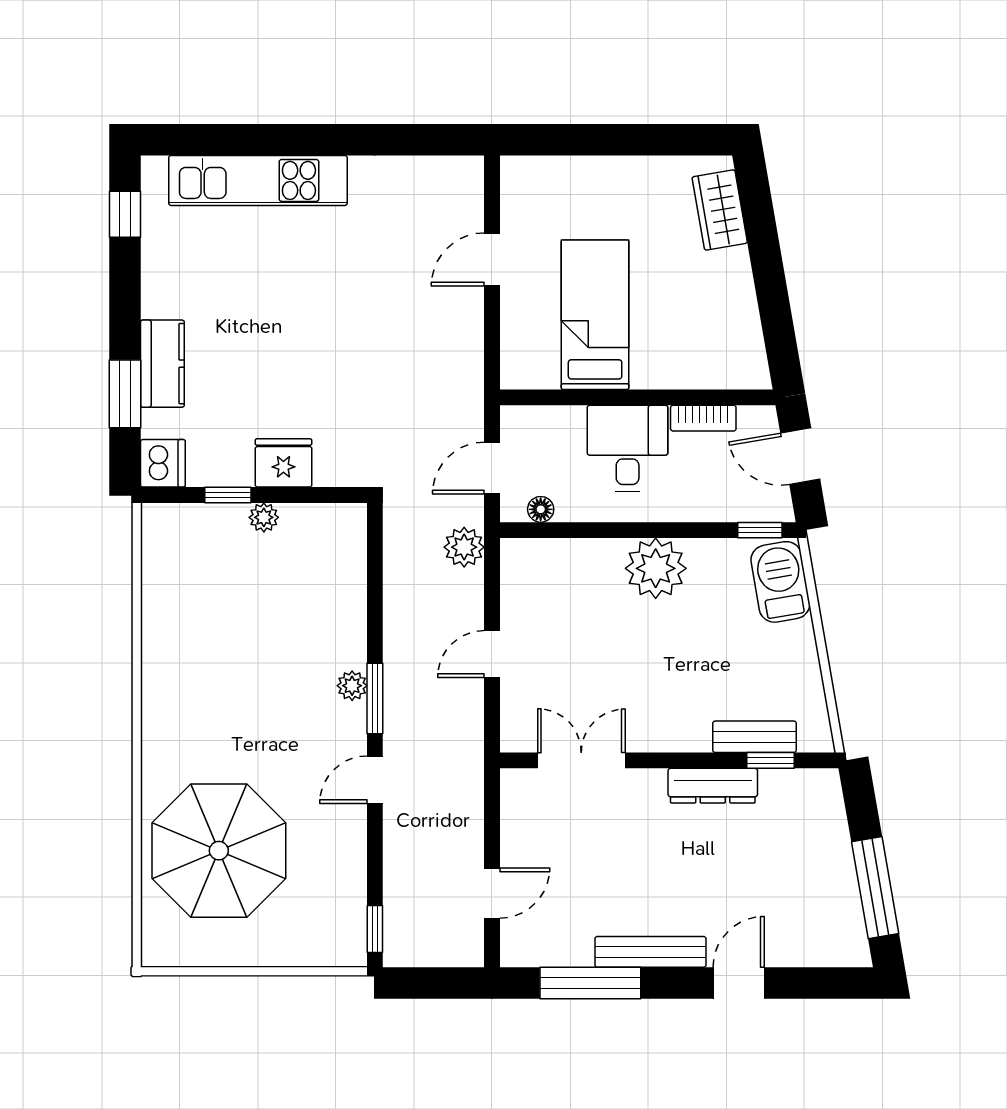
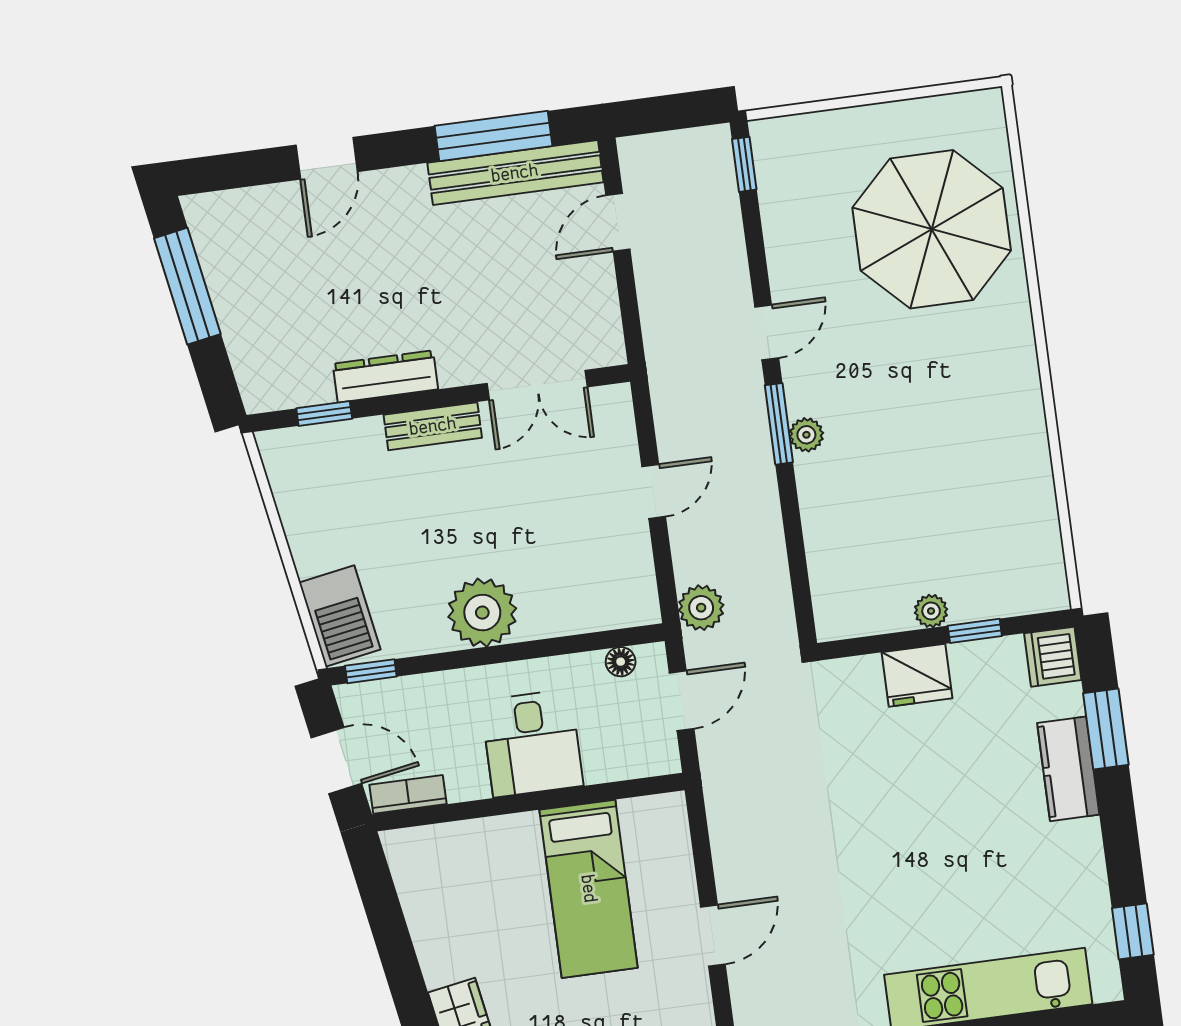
bookcase: (703, 418) -> (408, 794), moved
bench: (755, 737) -> (433, 426), moved
bench: (650, 952) -> (515, 173), moved, width x1.37, depth x1.21

